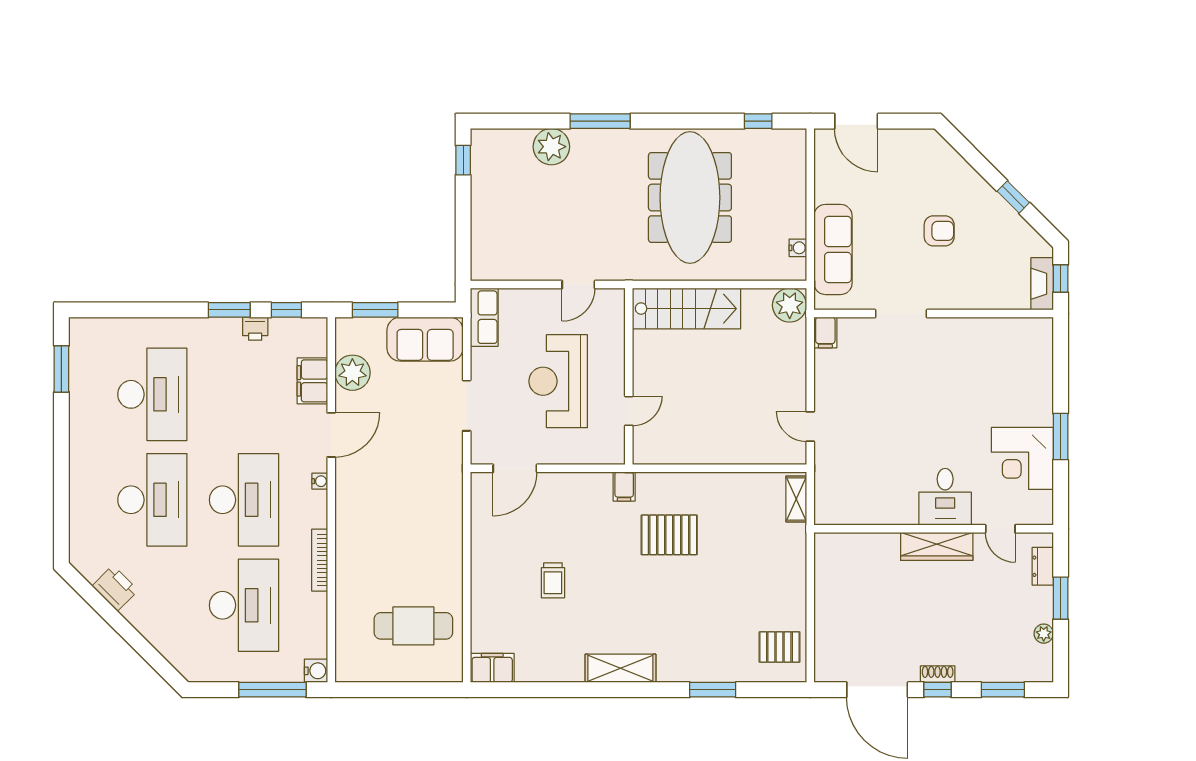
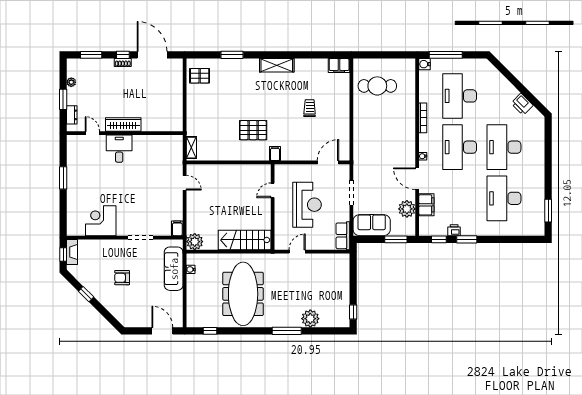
door: (331, 435) -> (417, 179), hinge flipped
corner desk: (1022, 458) -> (101, 221), moved, turned -90

